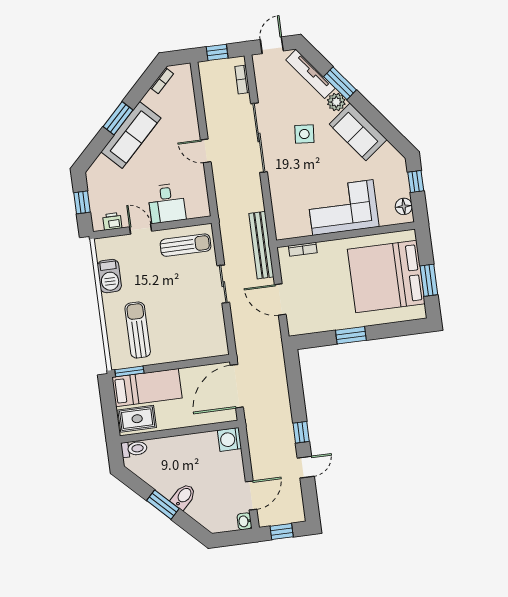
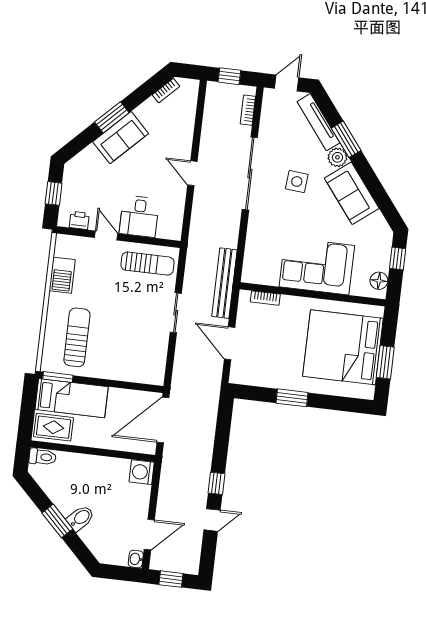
sofa: (131, 135) -> (121, 138), width x0.73

